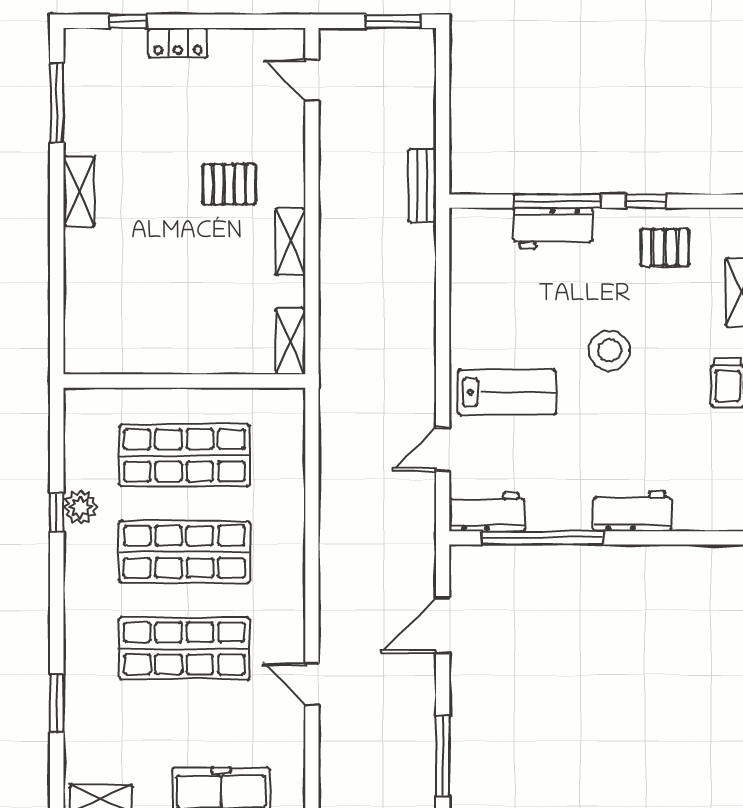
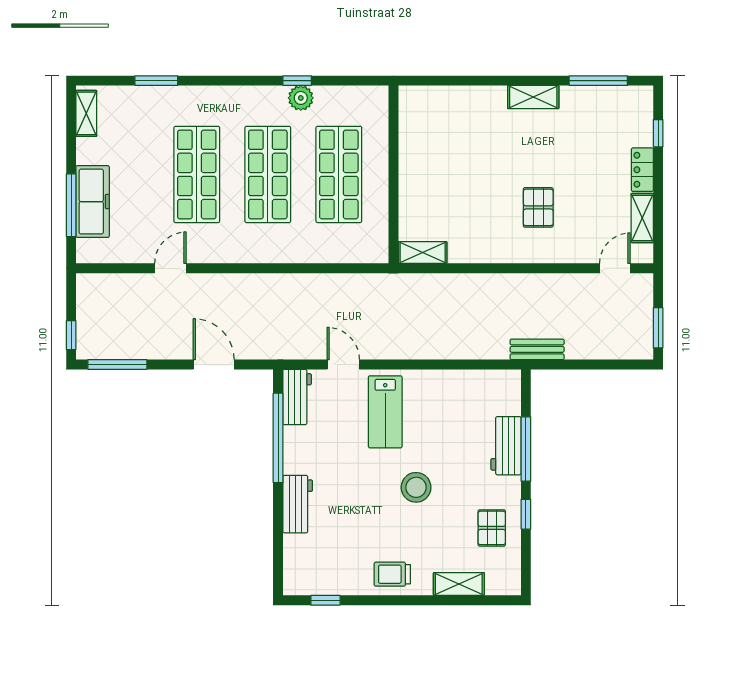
shelving: (290, 242) -> (642, 218), moved, turned 90

